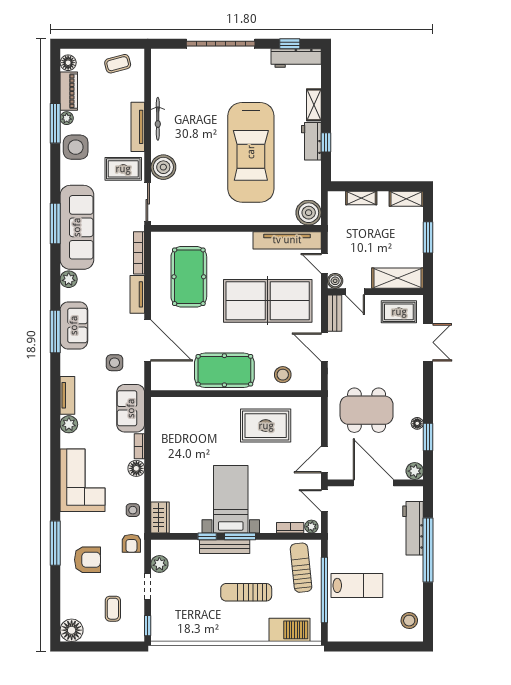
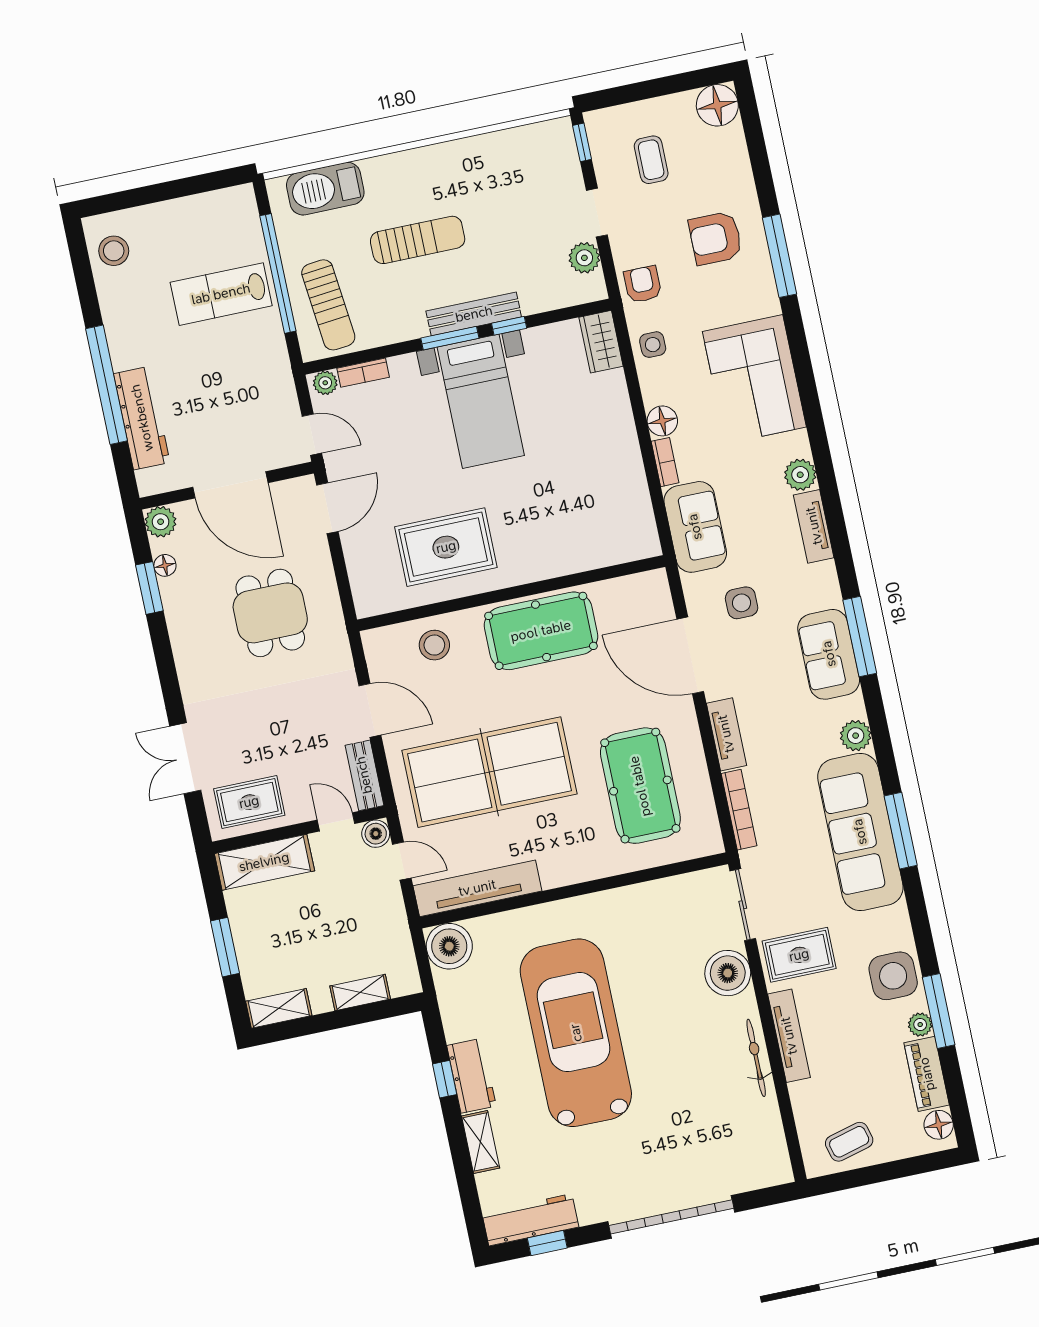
dining table: (367, 410) -> (270, 613), width x0.73
floor lamp: (417, 423) -> (165, 565), moved

